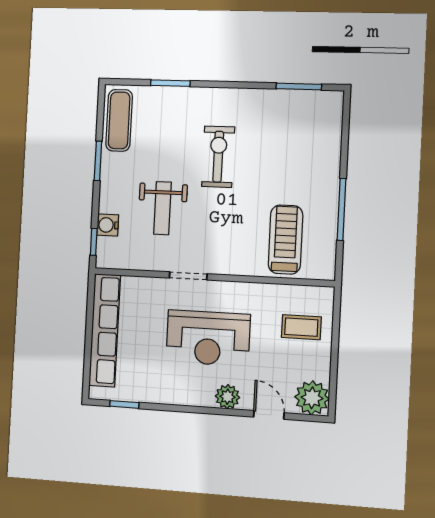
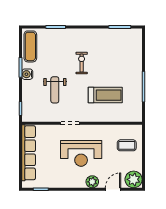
exercise bike: (218, 157) -> (82, 63), width x0.73, depth x0.72
water cooler: (108, 225) -> (27, 74), moved
treadmill: (285, 240) -> (105, 95), moved, turned 90
door: (269, 415) -> (113, 189), hinge flipped

